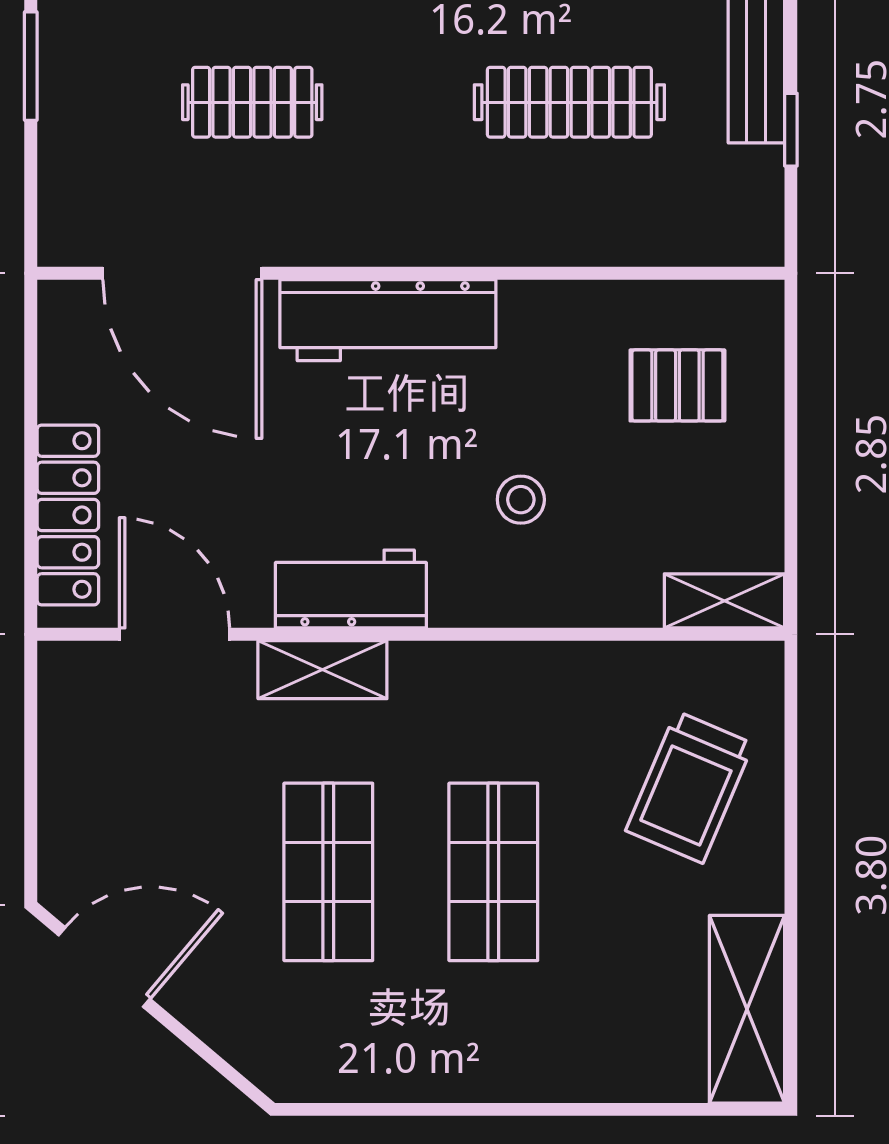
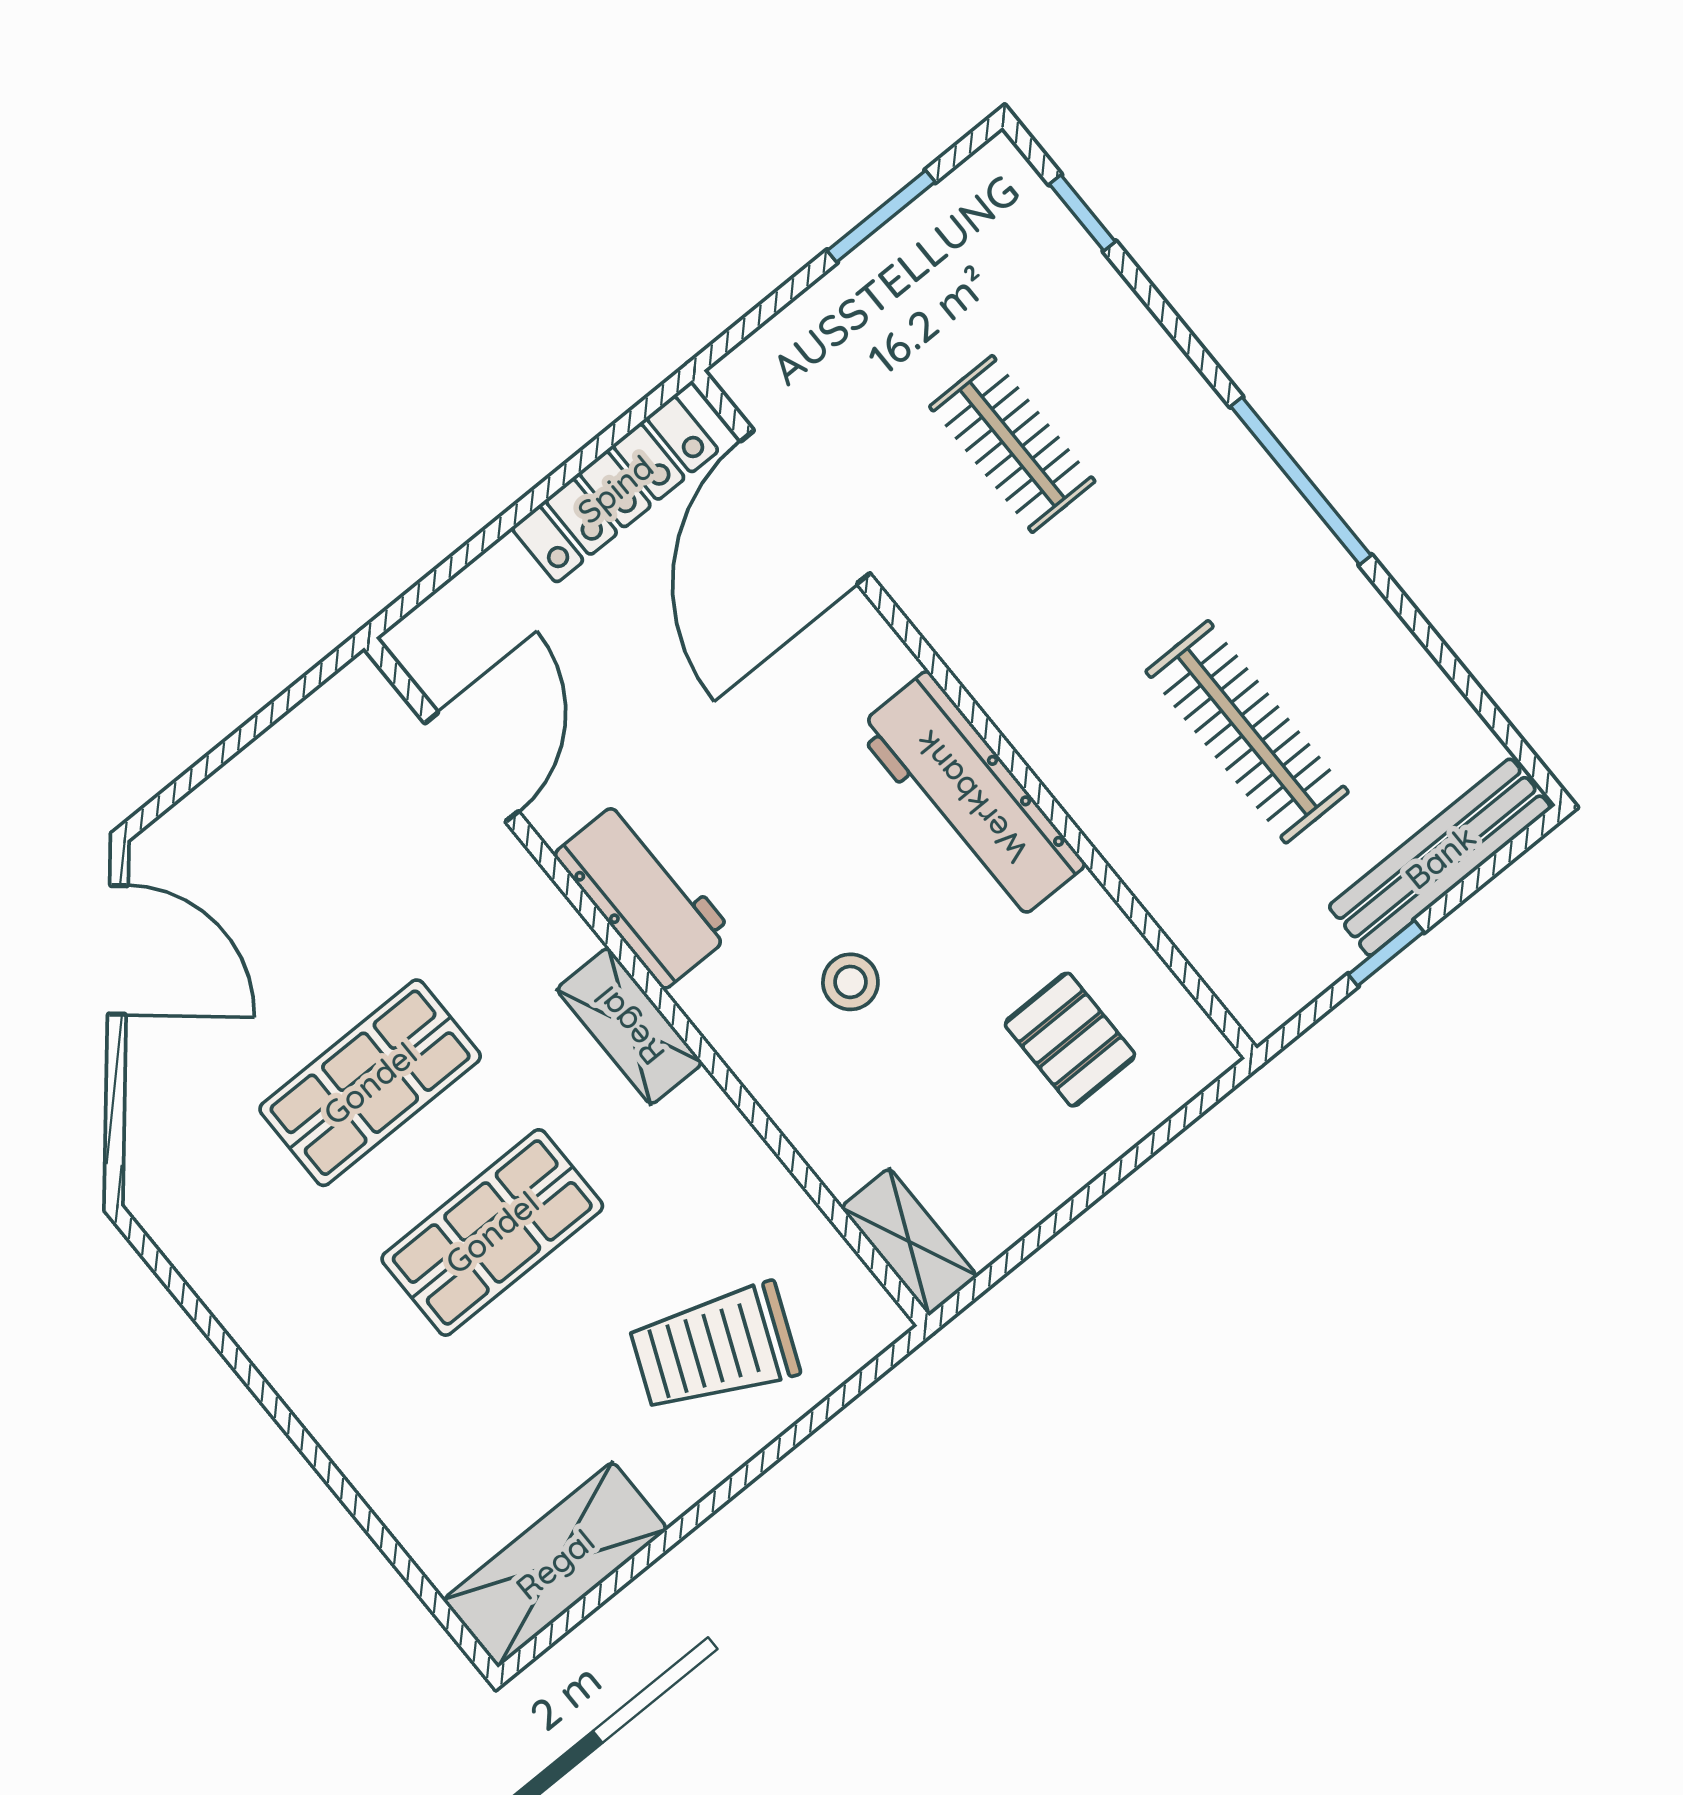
workbench: (388, 320) -> (971, 797), moved
locker: (68, 515) -> (615, 489), moved
shelving: (322, 670) -> (629, 1026), moved

